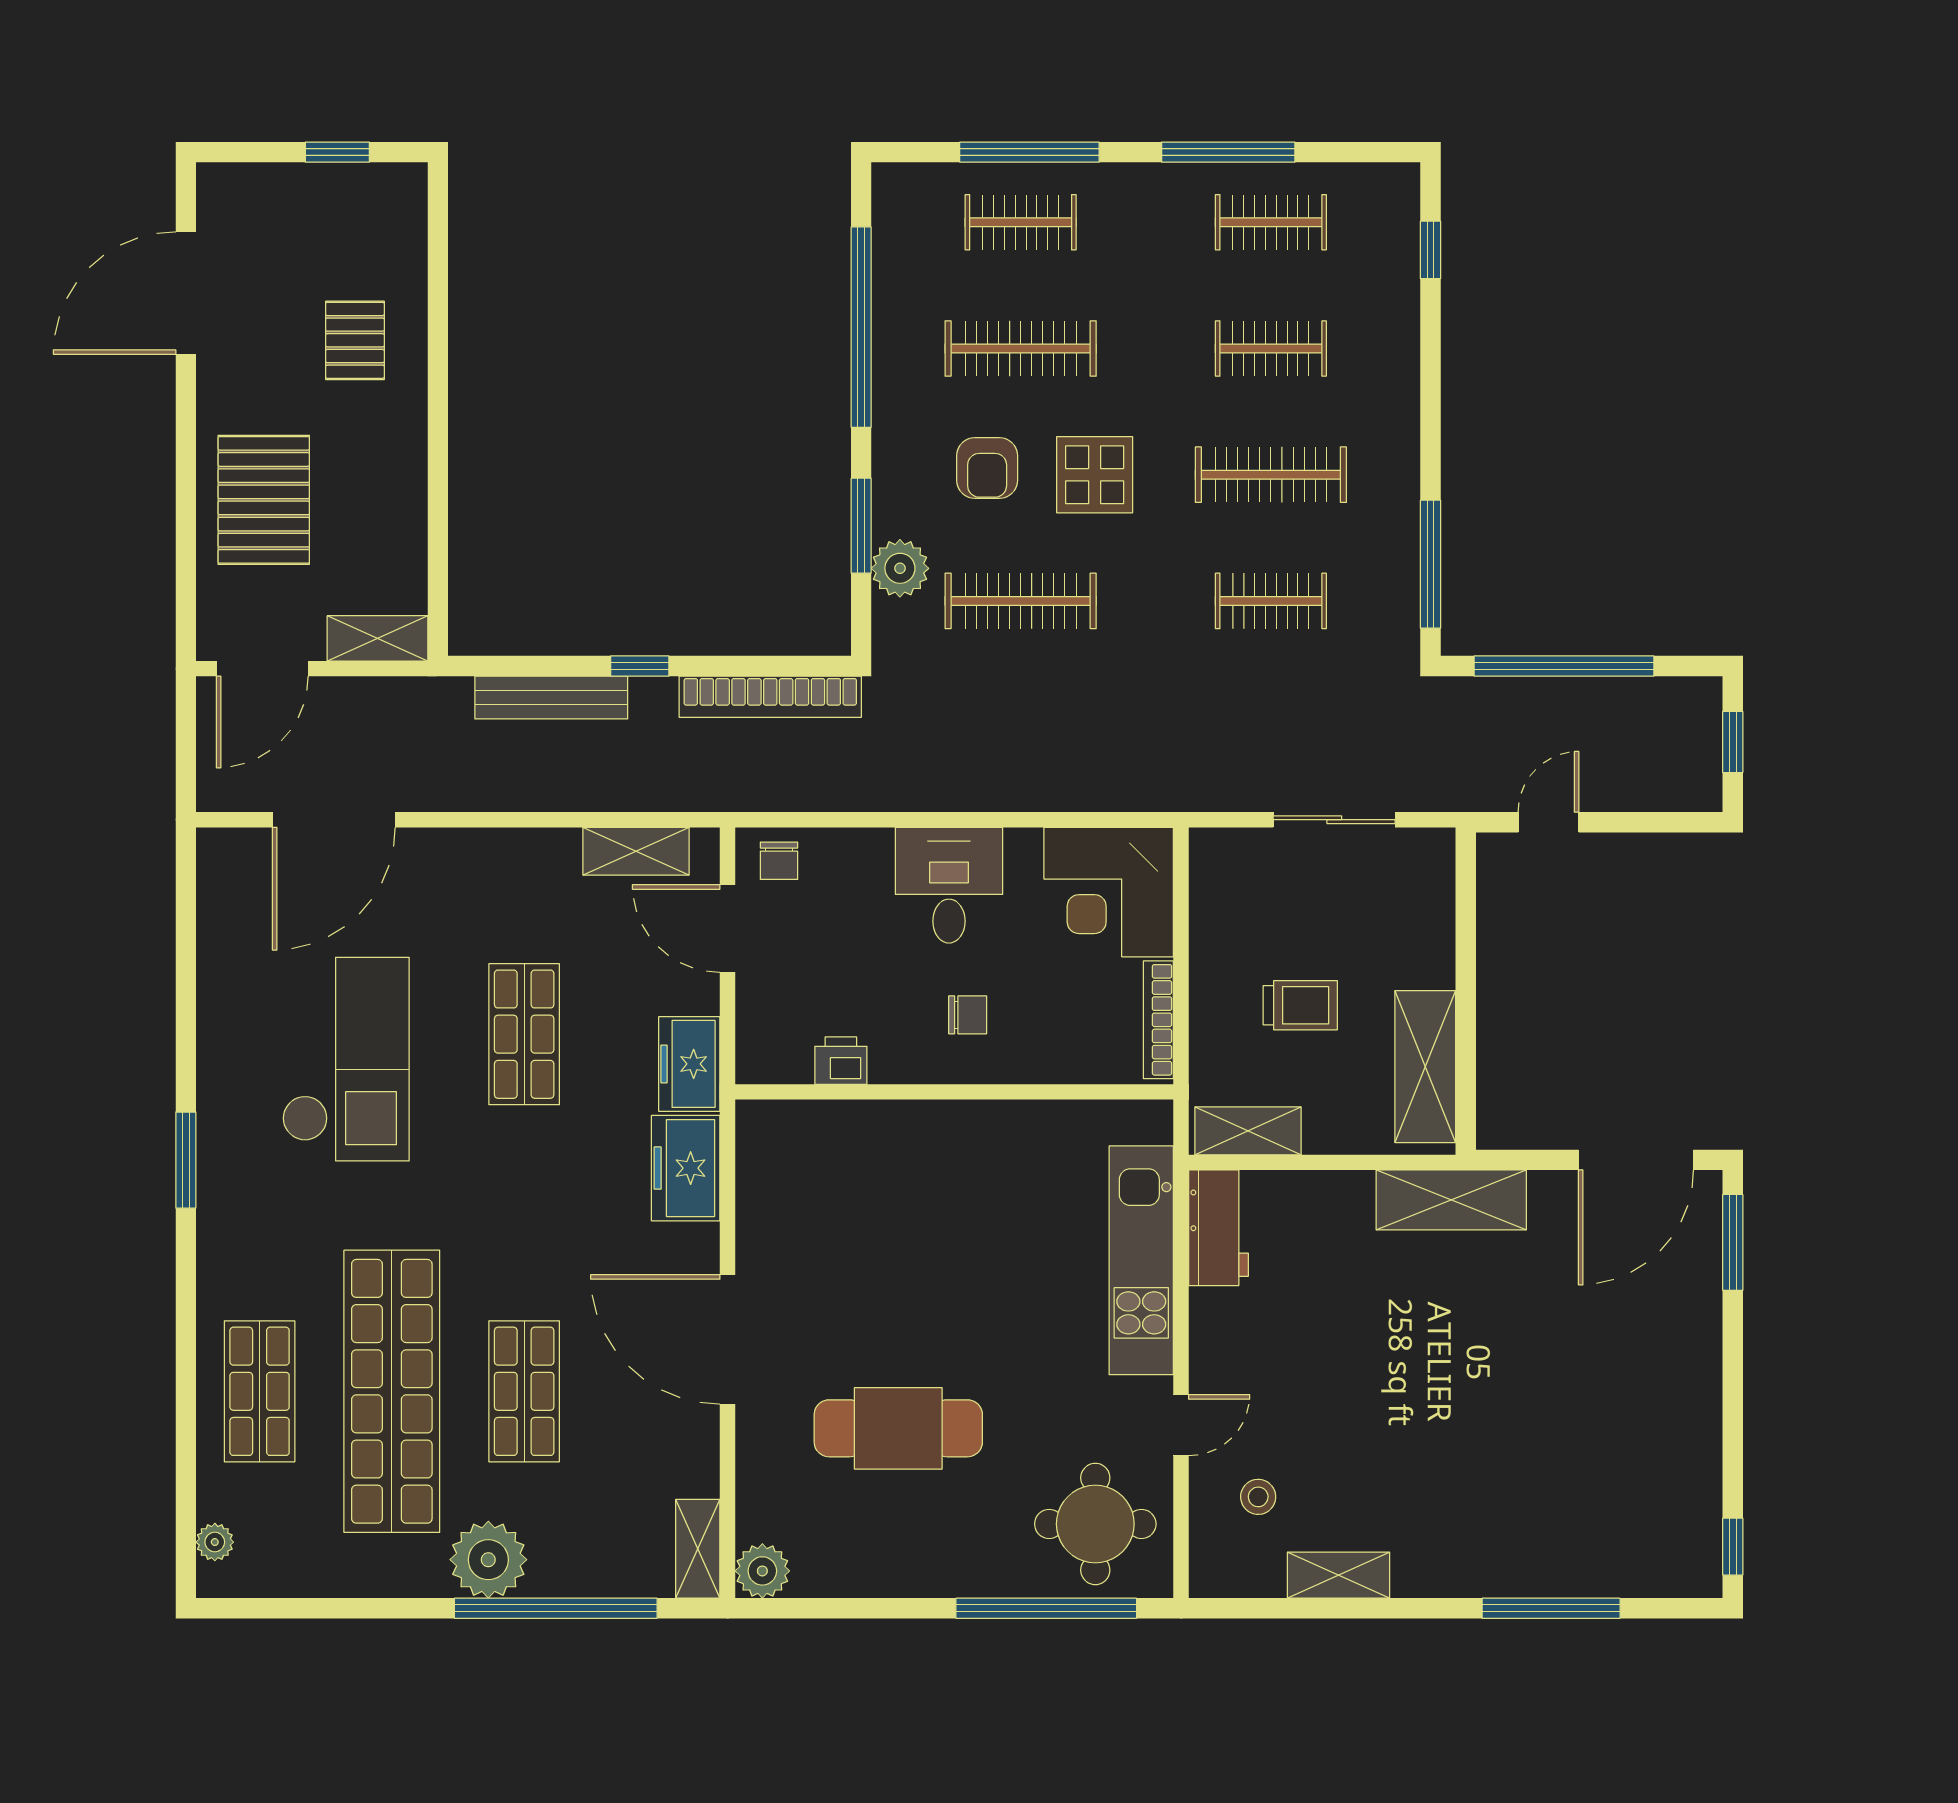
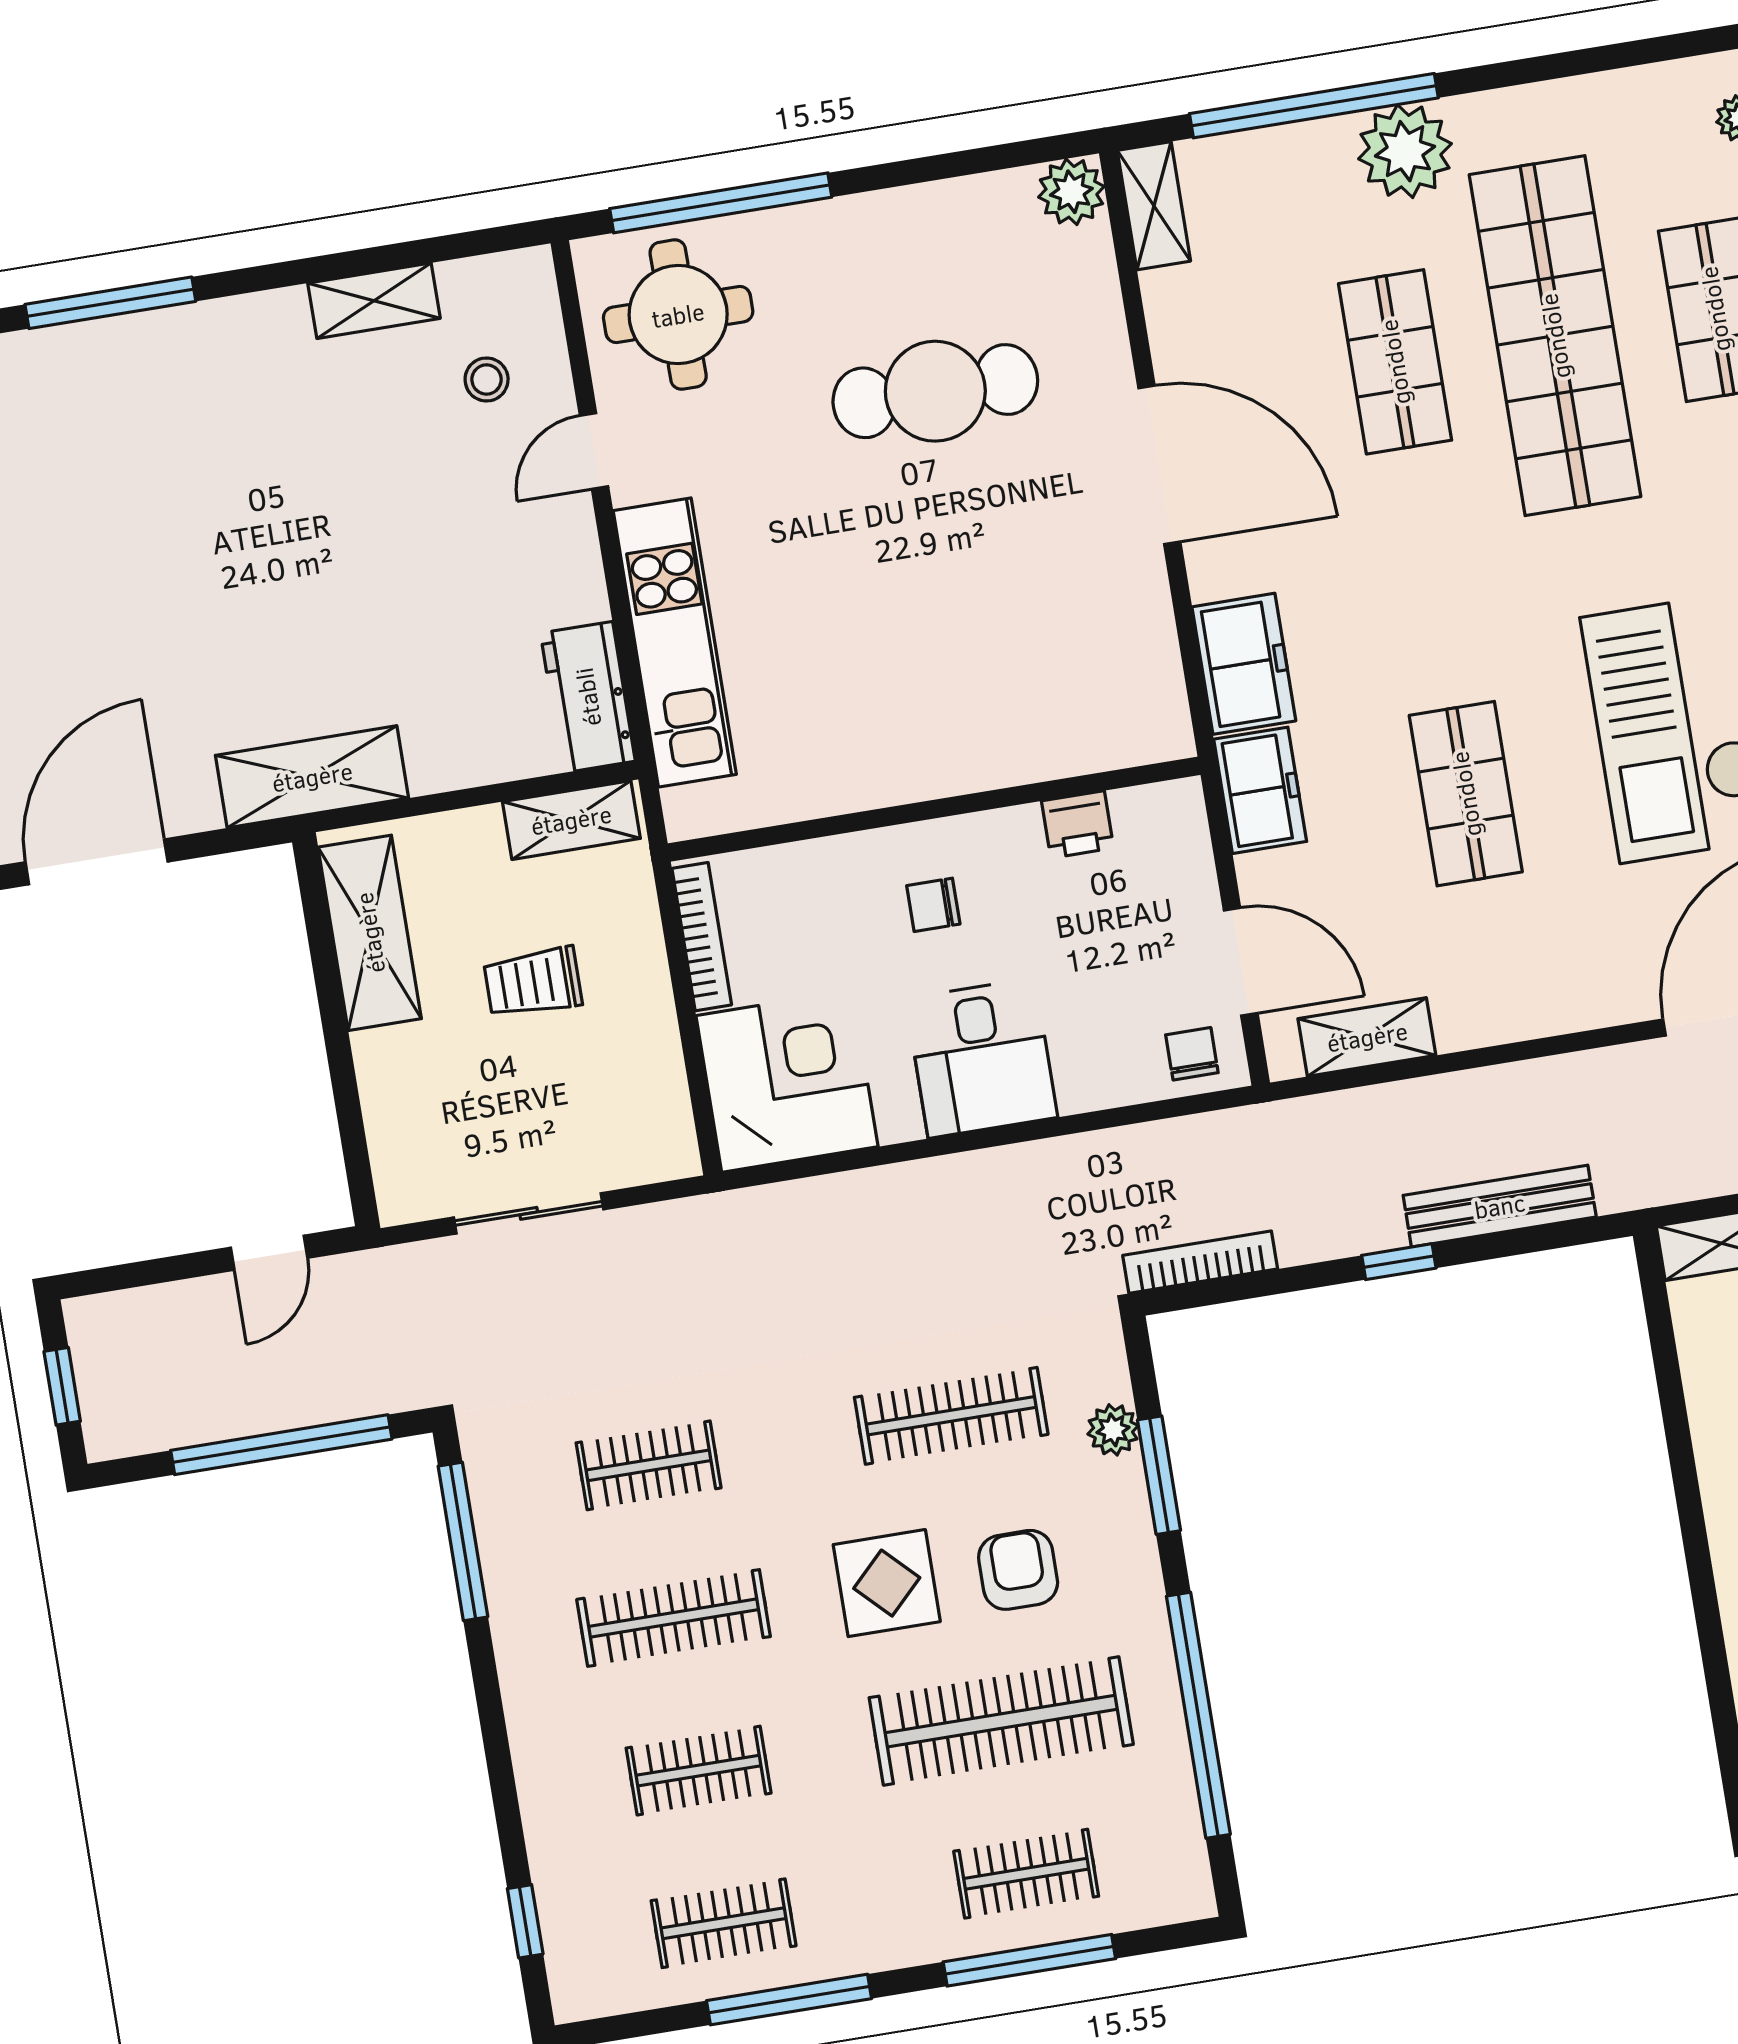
clothes rail: (1021, 348) -> (1001, 1721), width x1.37, depth x1.31
plant: (900, 568) -> (1113, 1430), width x0.73, depth x0.73
bookcase: (770, 697) -> (1200, 1262), width x0.68, depth x0.76

